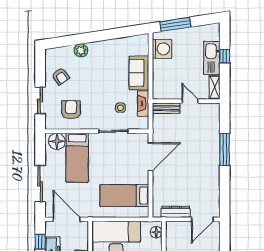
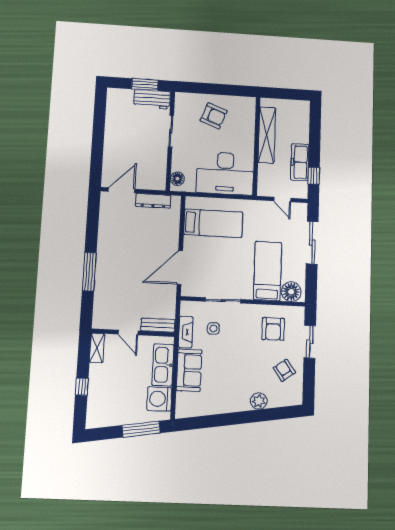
kitchen sink: (212, 58) -> (163, 365), moved, turned 180
door: (67, 219) -> (282, 200), width x0.53

